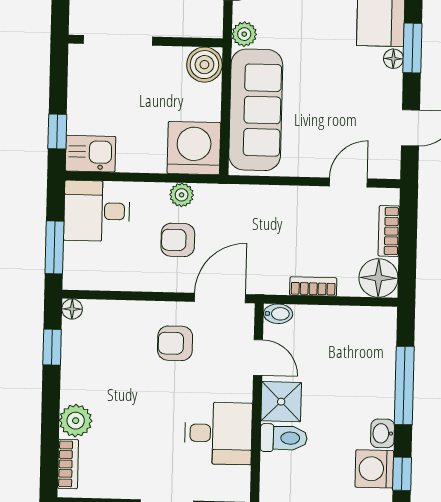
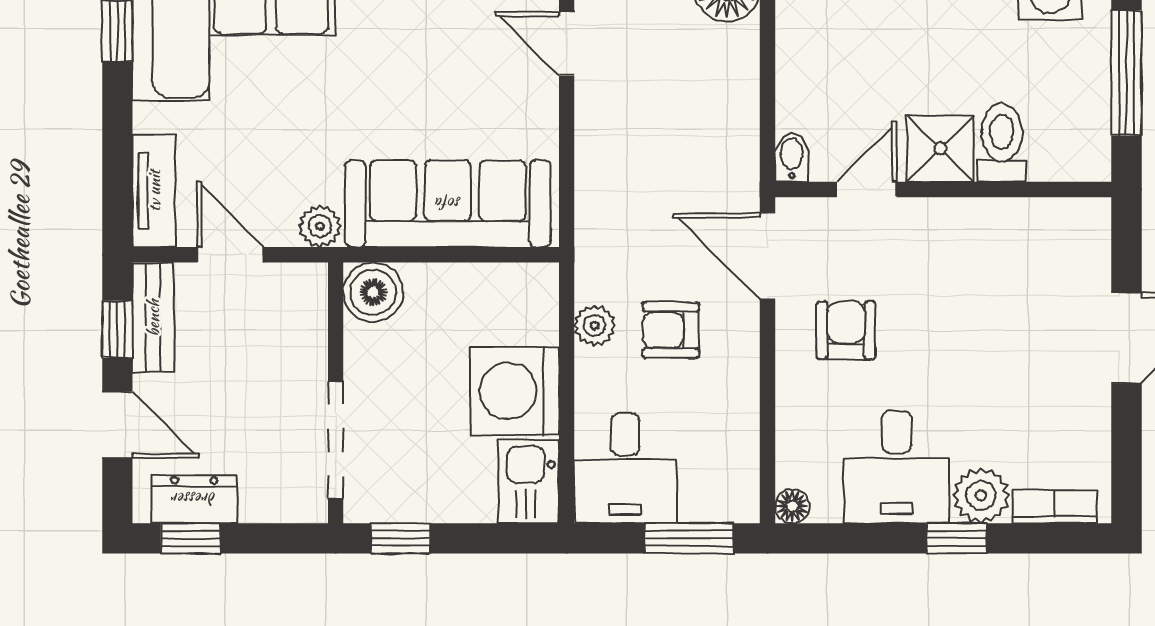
window: (57, 131) -> (401, 538), moved
washing machine: (194, 148) -> (515, 391), moved
armchair: (178, 240) -> (671, 330), turned 90
bookcase: (313, 286) -> (744, 99), removed
armchair: (175, 343) -> (846, 330), turned 180
window: (52, 347) -> (957, 538), moved
desk: (218, 433) -> (897, 467), moved, turned 180

